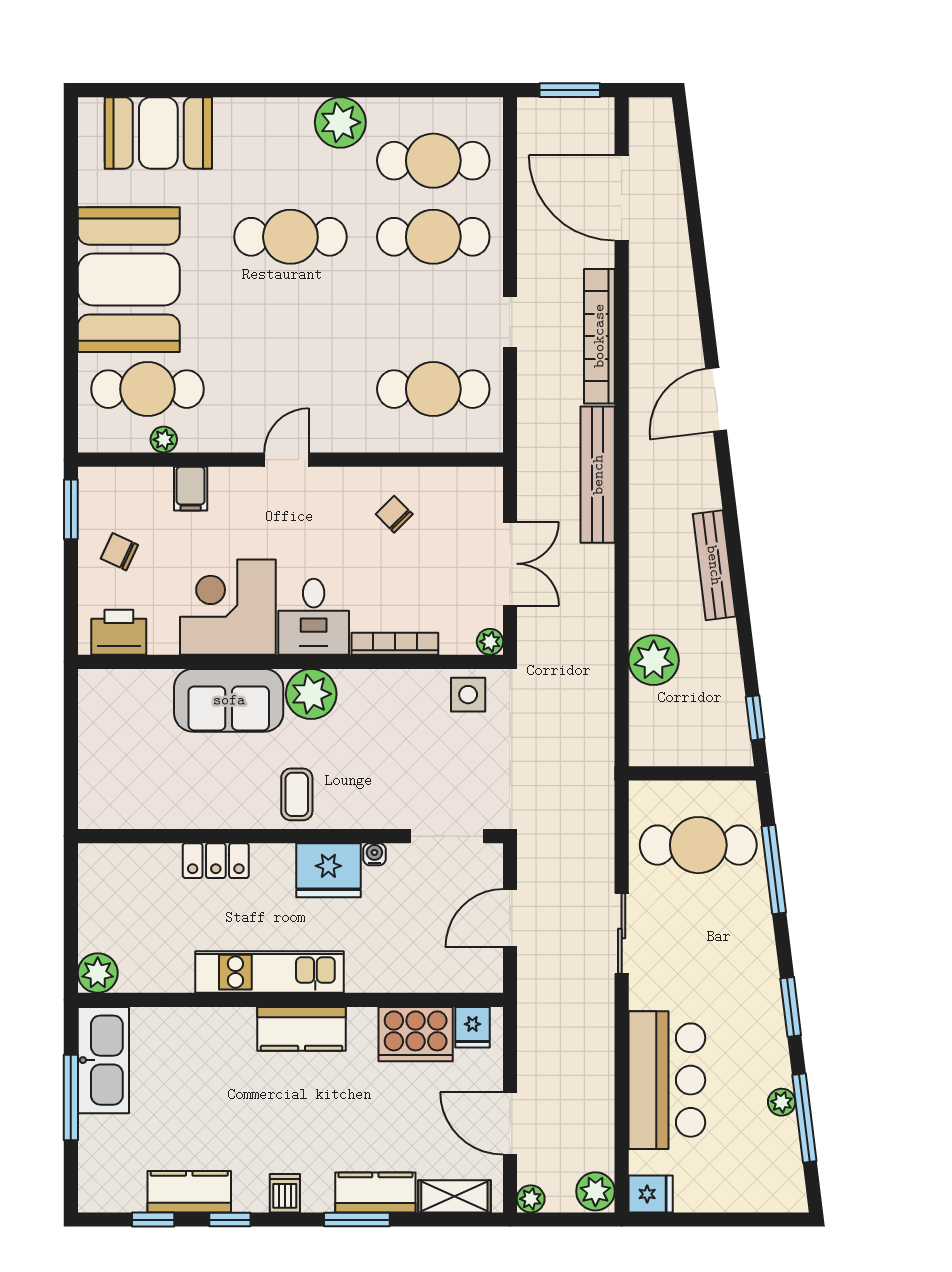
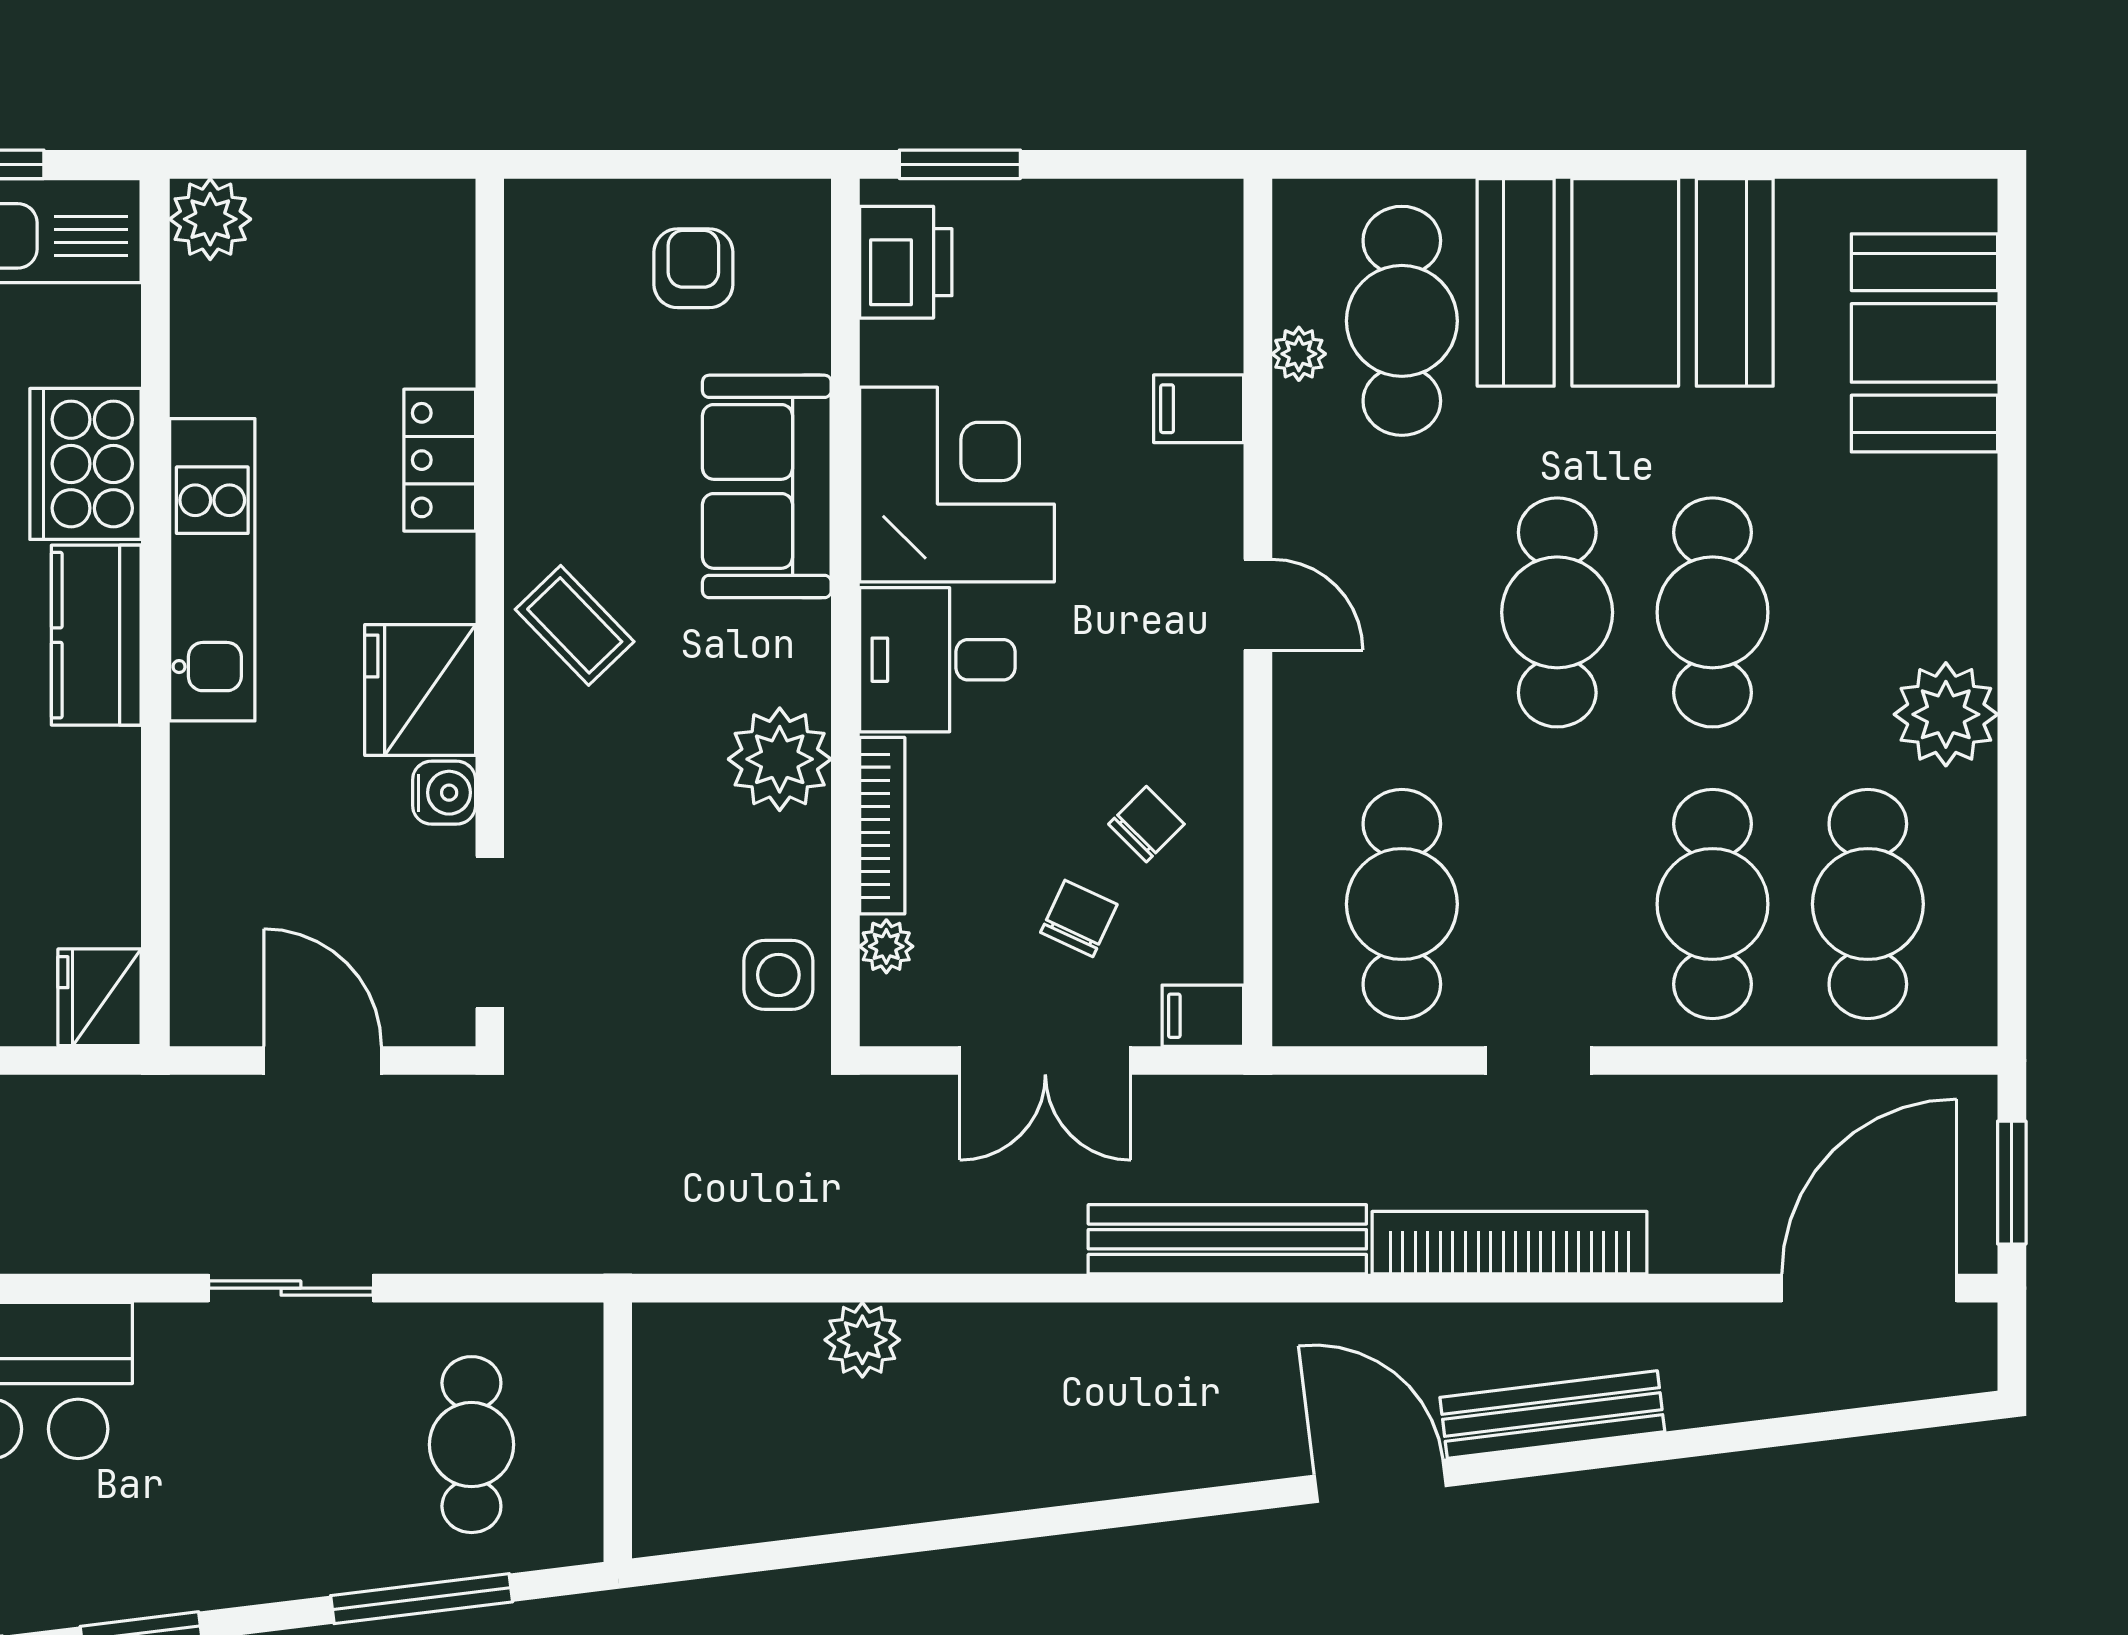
door: (622, 198) -> (1869, 1288), moved
cafe table: (290, 313) -> (1557, 612), added
filing cabinet: (488, 487) -> (1203, 1016), added
window: (71, 509) -> (960, 164), moved
chair: (119, 552) -> (1079, 918), moved
bench: (714, 565) -> (1552, 1414), moved
plant: (490, 642) -> (886, 946), moved
plant: (654, 660) -> (862, 1340), width x0.73, depth x0.73
plant: (311, 694) -> (780, 759), moved
window: (755, 718) -> (731, 1561), removed
armchair: (122, 736) -> (693, 268), added
coffee table: (297, 794) -> (575, 625), turned 46
cafe table: (698, 845) -> (471, 1445), width x0.73, depth x0.74
water cooler: (374, 854) -> (444, 793), width x1.38, depth x1.38
fridge: (472, 1027) -> (100, 997), width x1.38
cooker: (416, 1034) -> (86, 464), moved

